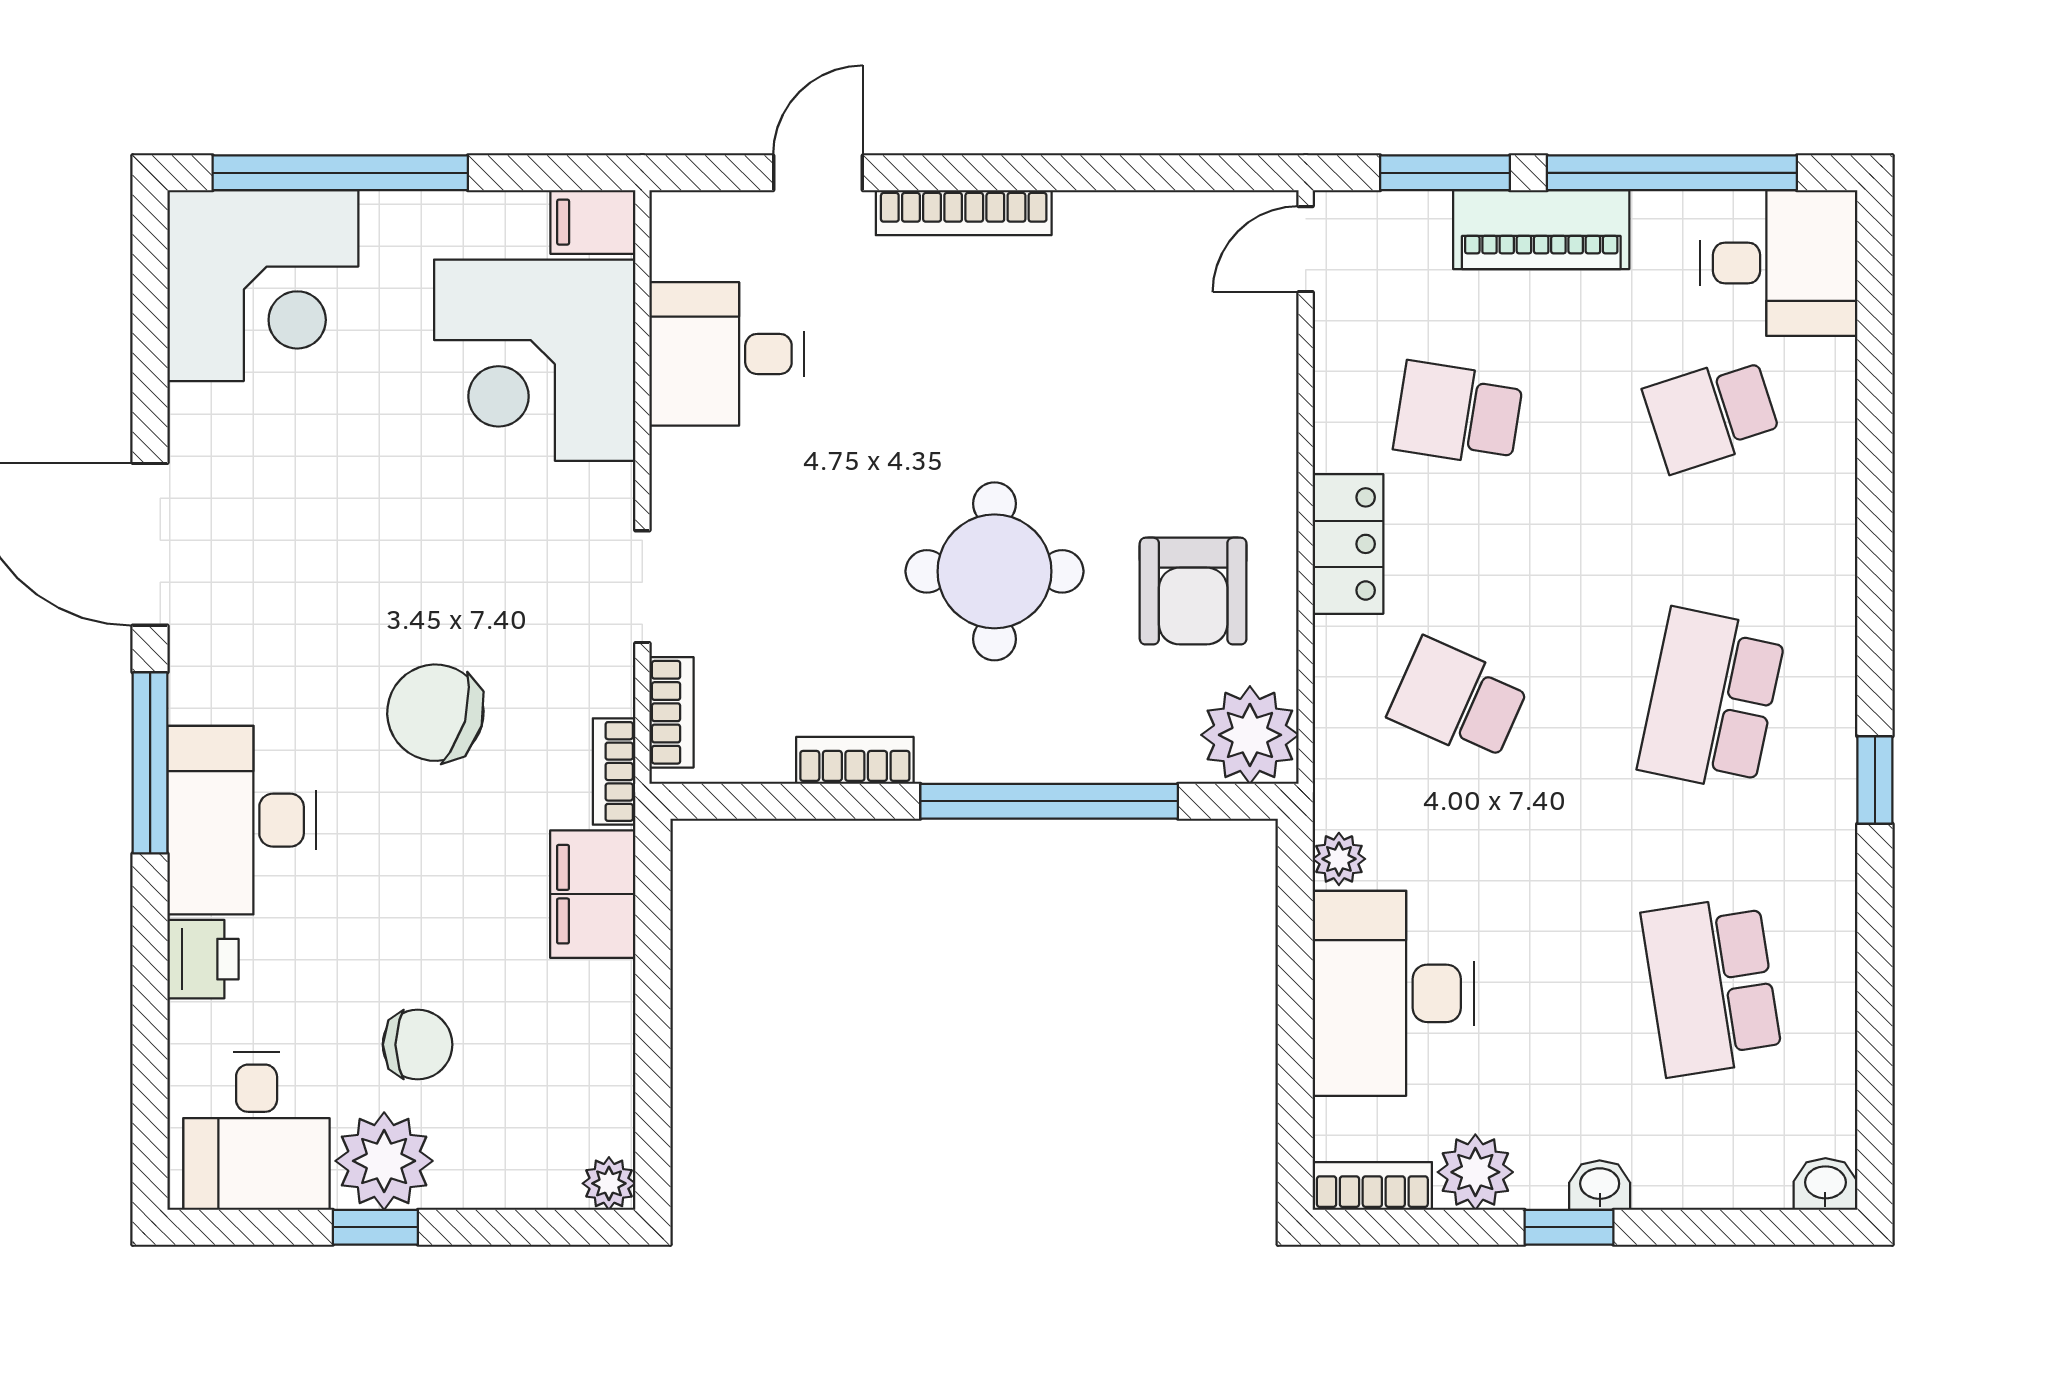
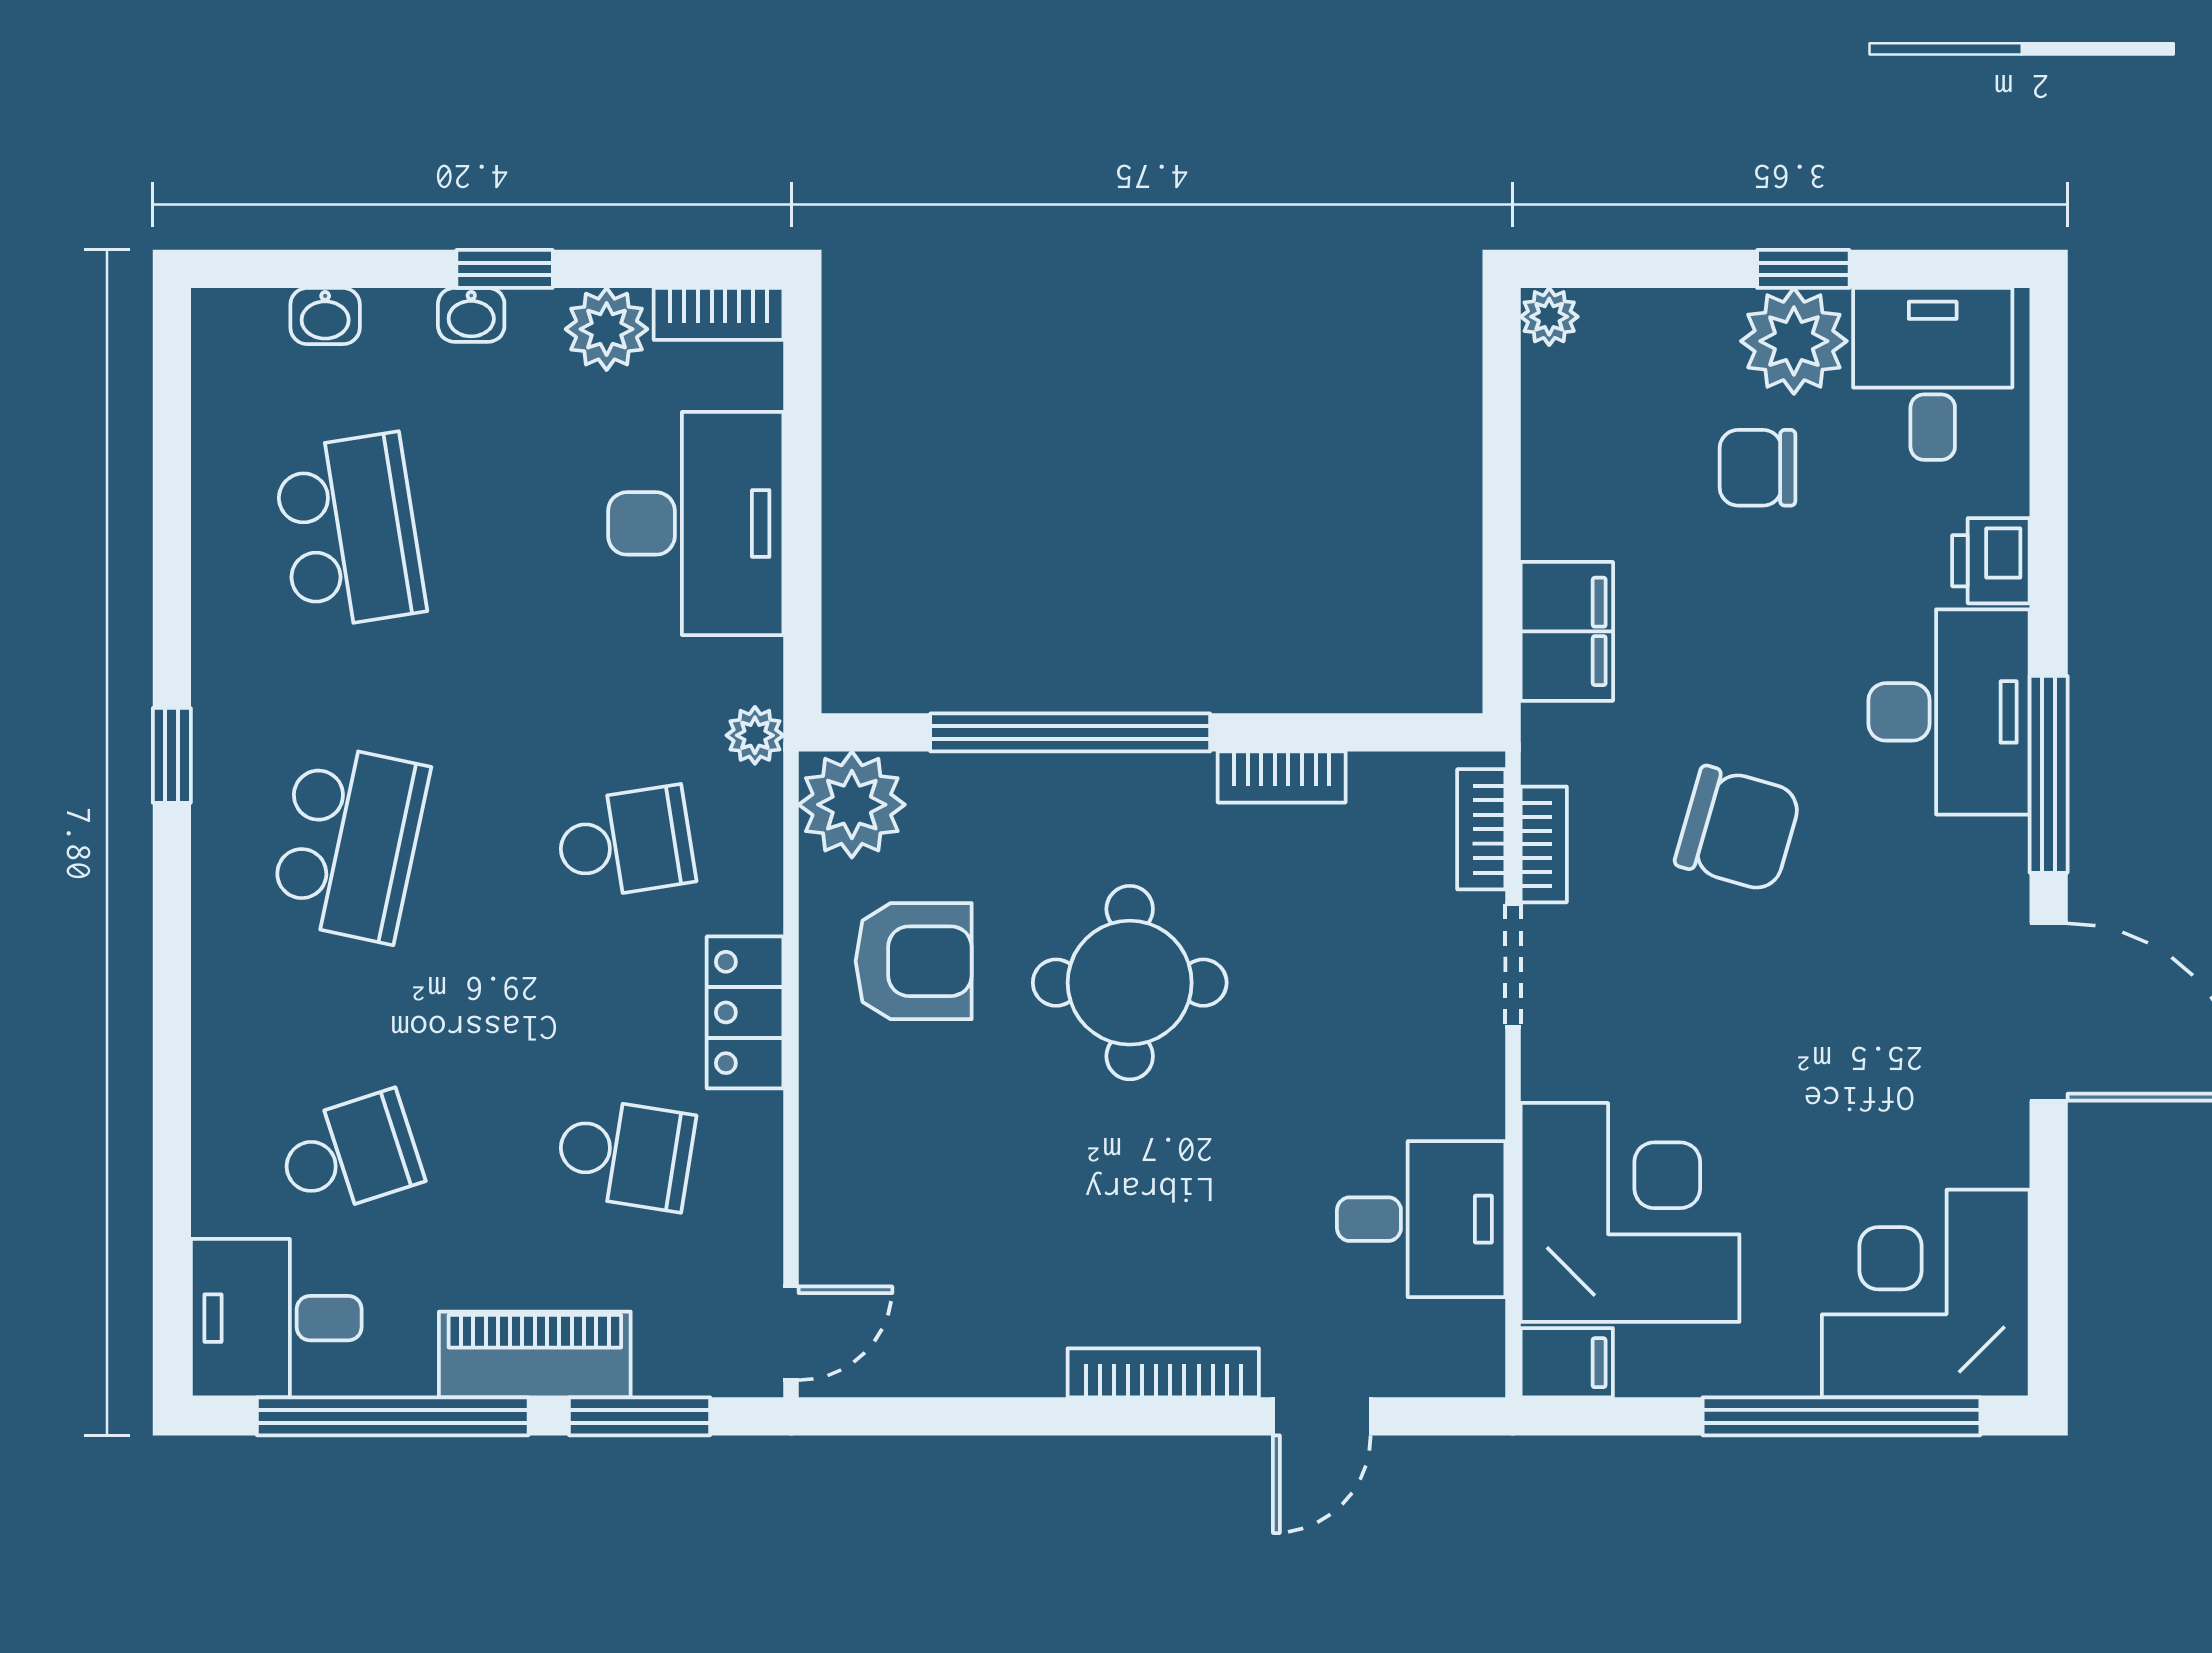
armchair: (1193, 591) -> (914, 961), turned 90
school desk: (1458, 700) -> (625, 843), turned -33
bookcase: (614, 772) -> (1544, 844), moved
plant: (1339, 859) -> (755, 735), moved
washbasin: (1825, 1184) -> (325, 316), moved

